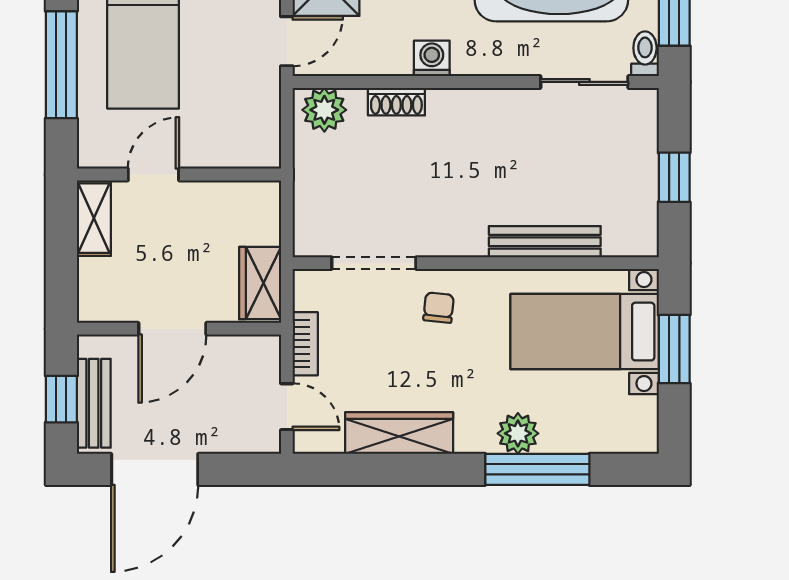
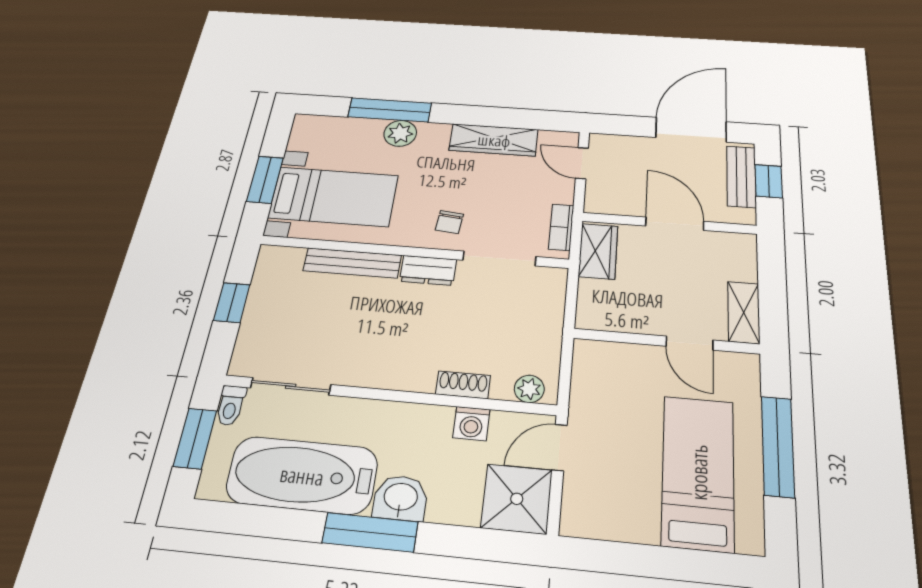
washing machine: (432, 58) -> (471, 424), moved
plant: (324, 110) -> (529, 389), width x0.73, depth x0.73
door: (153, 174) -> (689, 343), hinge flipped
dresser: (455, 240) -> (428, 270), added
door: (172, 329) -> (675, 224), hinge flipped
bookcase: (305, 344) -> (561, 227), moved

